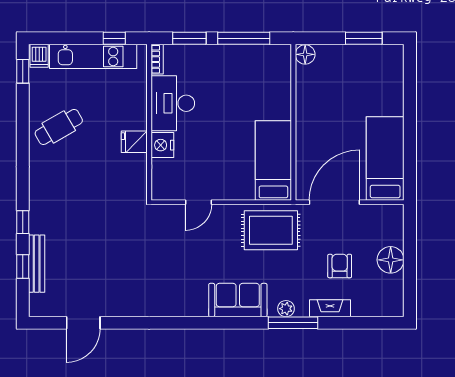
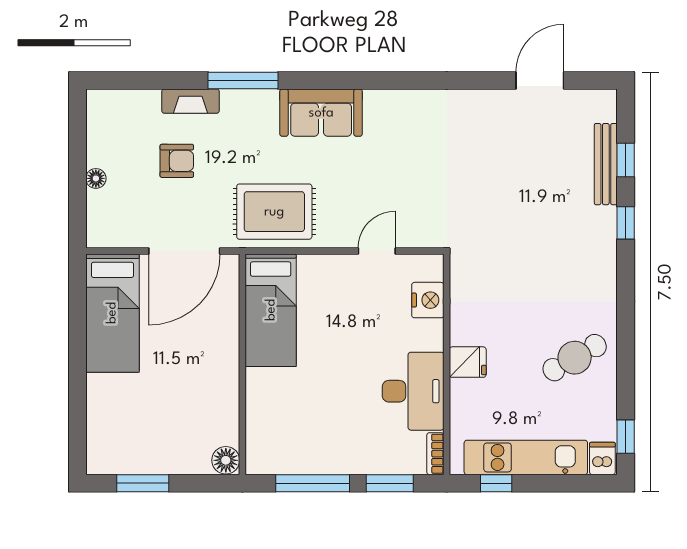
fridge: (134, 142) -> (468, 362), moved
nightstand: (162, 145) -> (428, 300), moved
floor lamp: (391, 260) -> (96, 178), width x0.53, depth x0.53
armchair: (340, 266) -> (177, 161), turned -90
plant: (286, 309) -> (253, 100), removed

